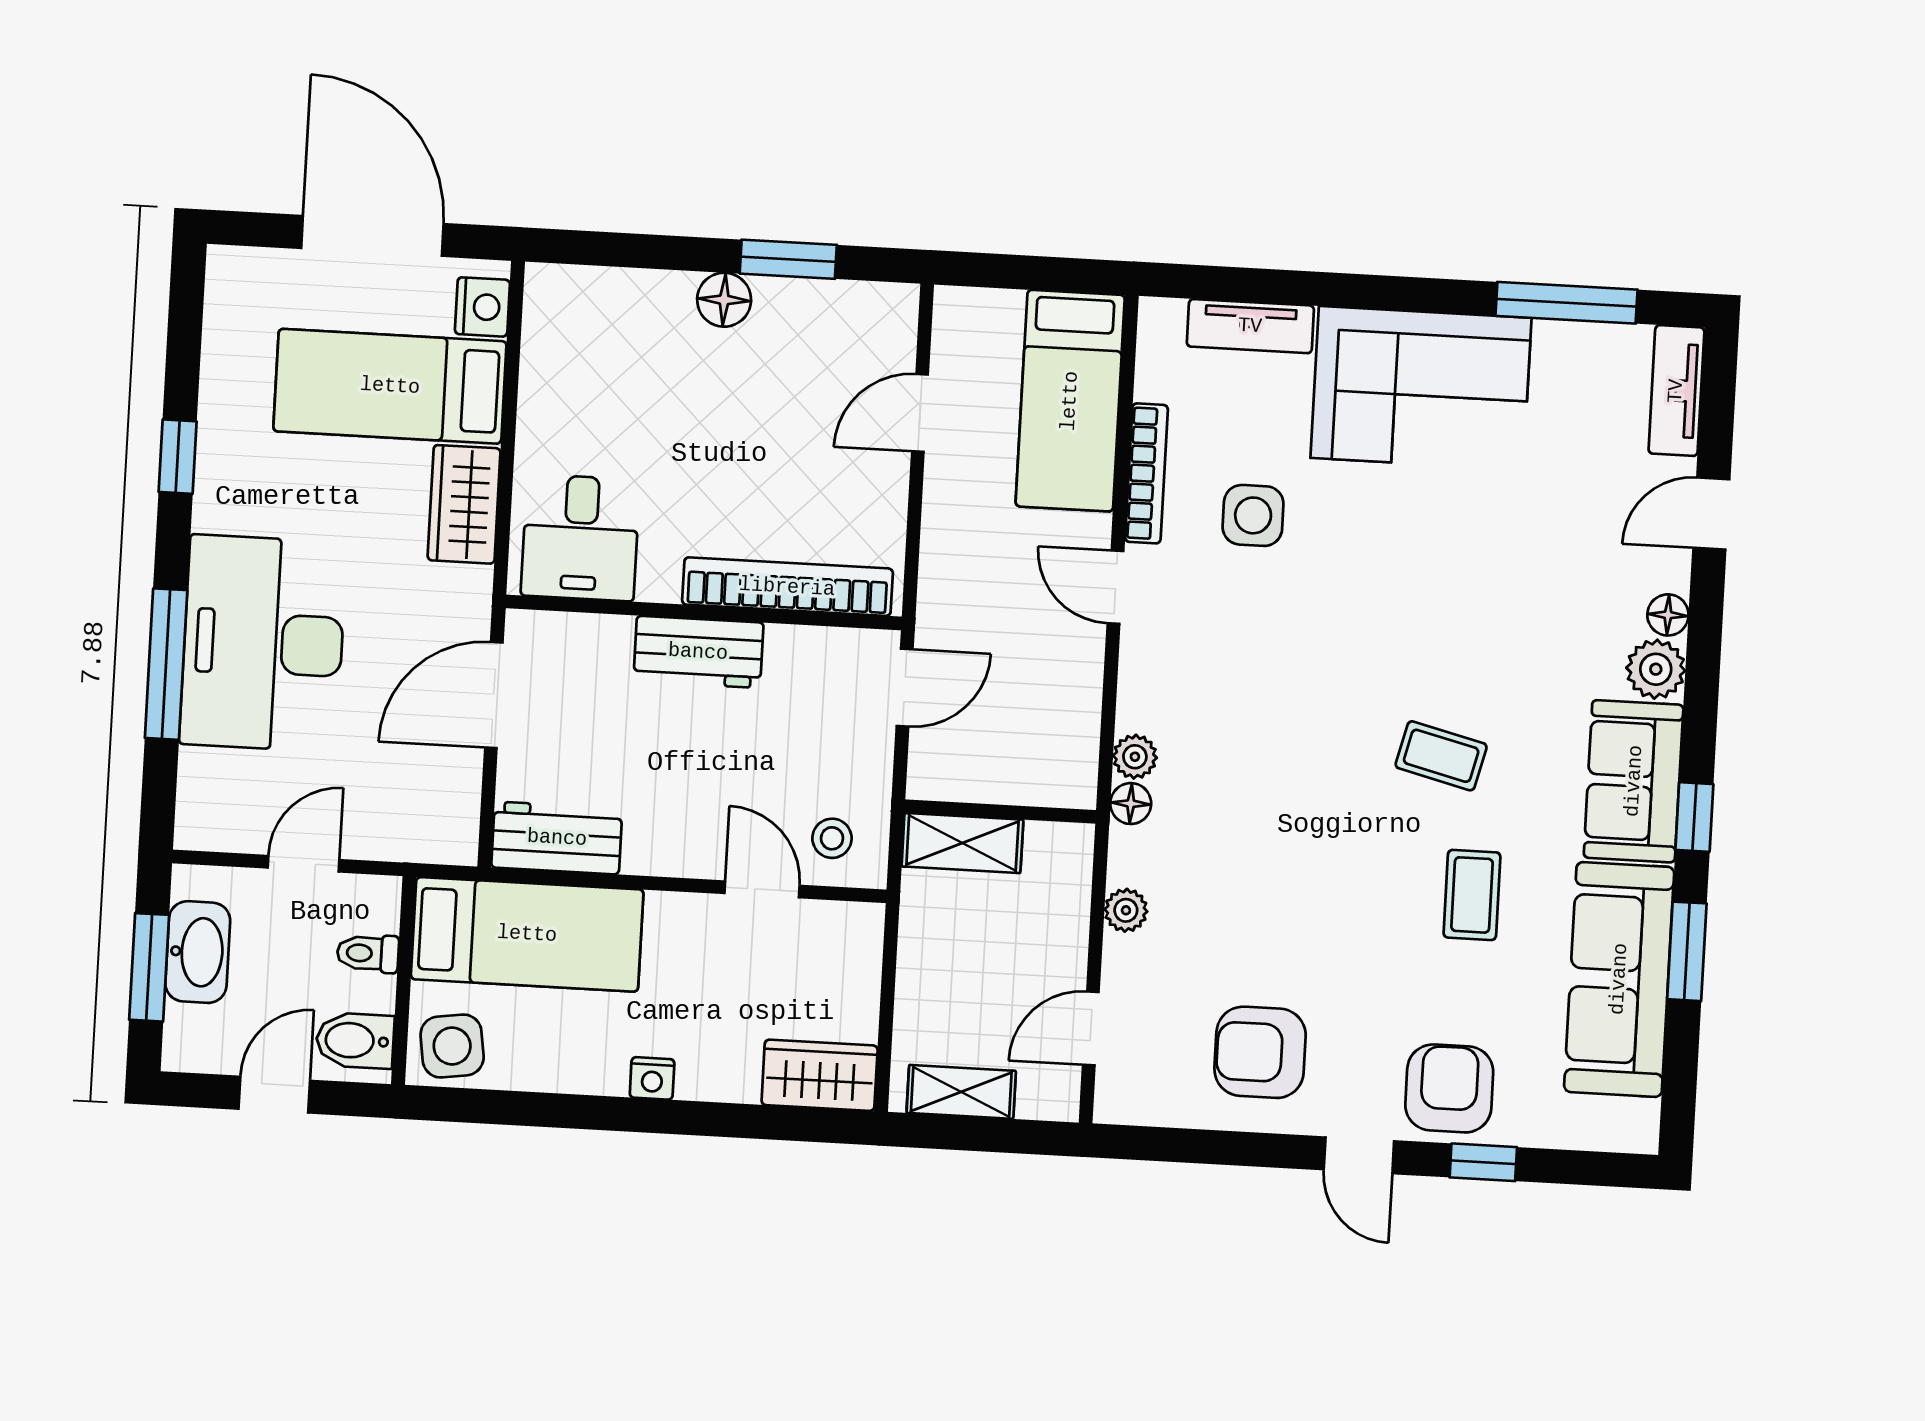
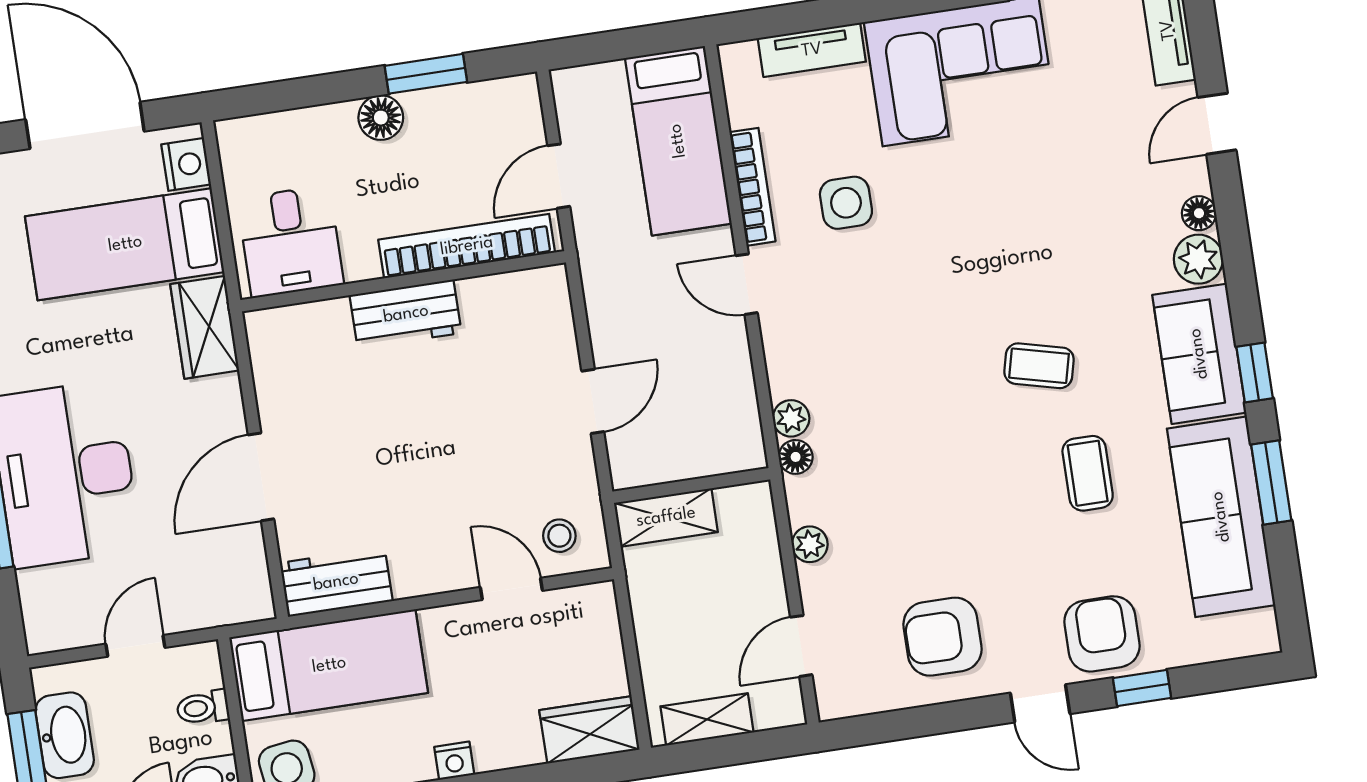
desk: (580, 538) -> (291, 241), moved
bookcase: (787, 587) -> (467, 246), moved
wall: (704, 612) -> (403, 281), moved
workbench: (698, 652) -> (406, 314), moved

